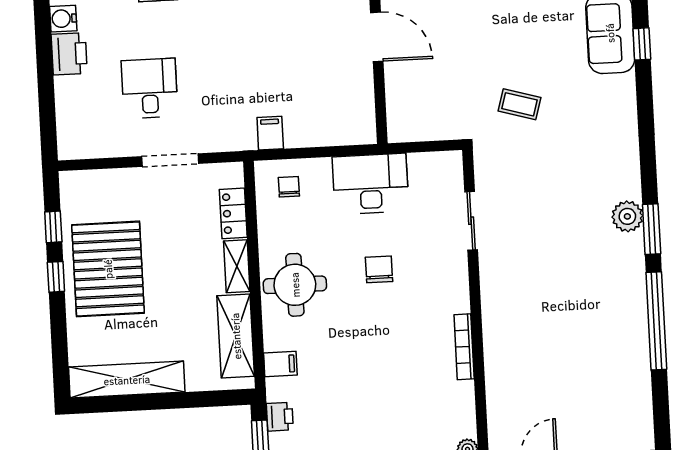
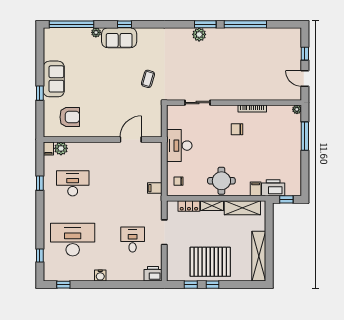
door: (377, 37) -> (131, 139), moved
printer: (69, 54) -> (153, 274), moved
desk: (150, 88) -> (133, 240), turned 90
chair: (379, 269) -> (237, 129), moved
printer: (280, 417) -> (273, 188), width x1.87, depth x1.48

